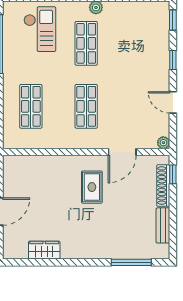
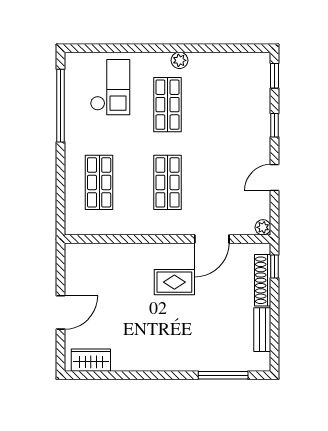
door: (173, 102) -> (275, 178), hinge flipped
rug: (92, 187) -> (174, 282), turned 90
wardrobe: (44, 250) -> (91, 360), moved

